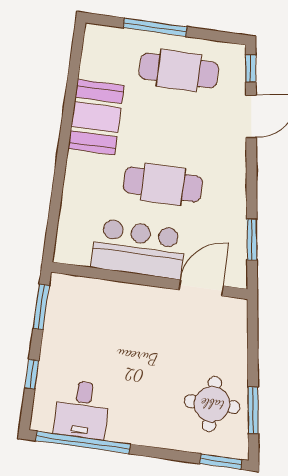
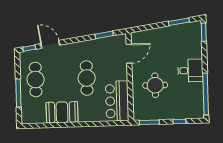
bar counter: (139, 249) -> (117, 101), moved
door: (201, 288) -> (129, 54), swing flipped
round table: (212, 404) -> (155, 85), moved
desk: (82, 409) -> (190, 71), moved

